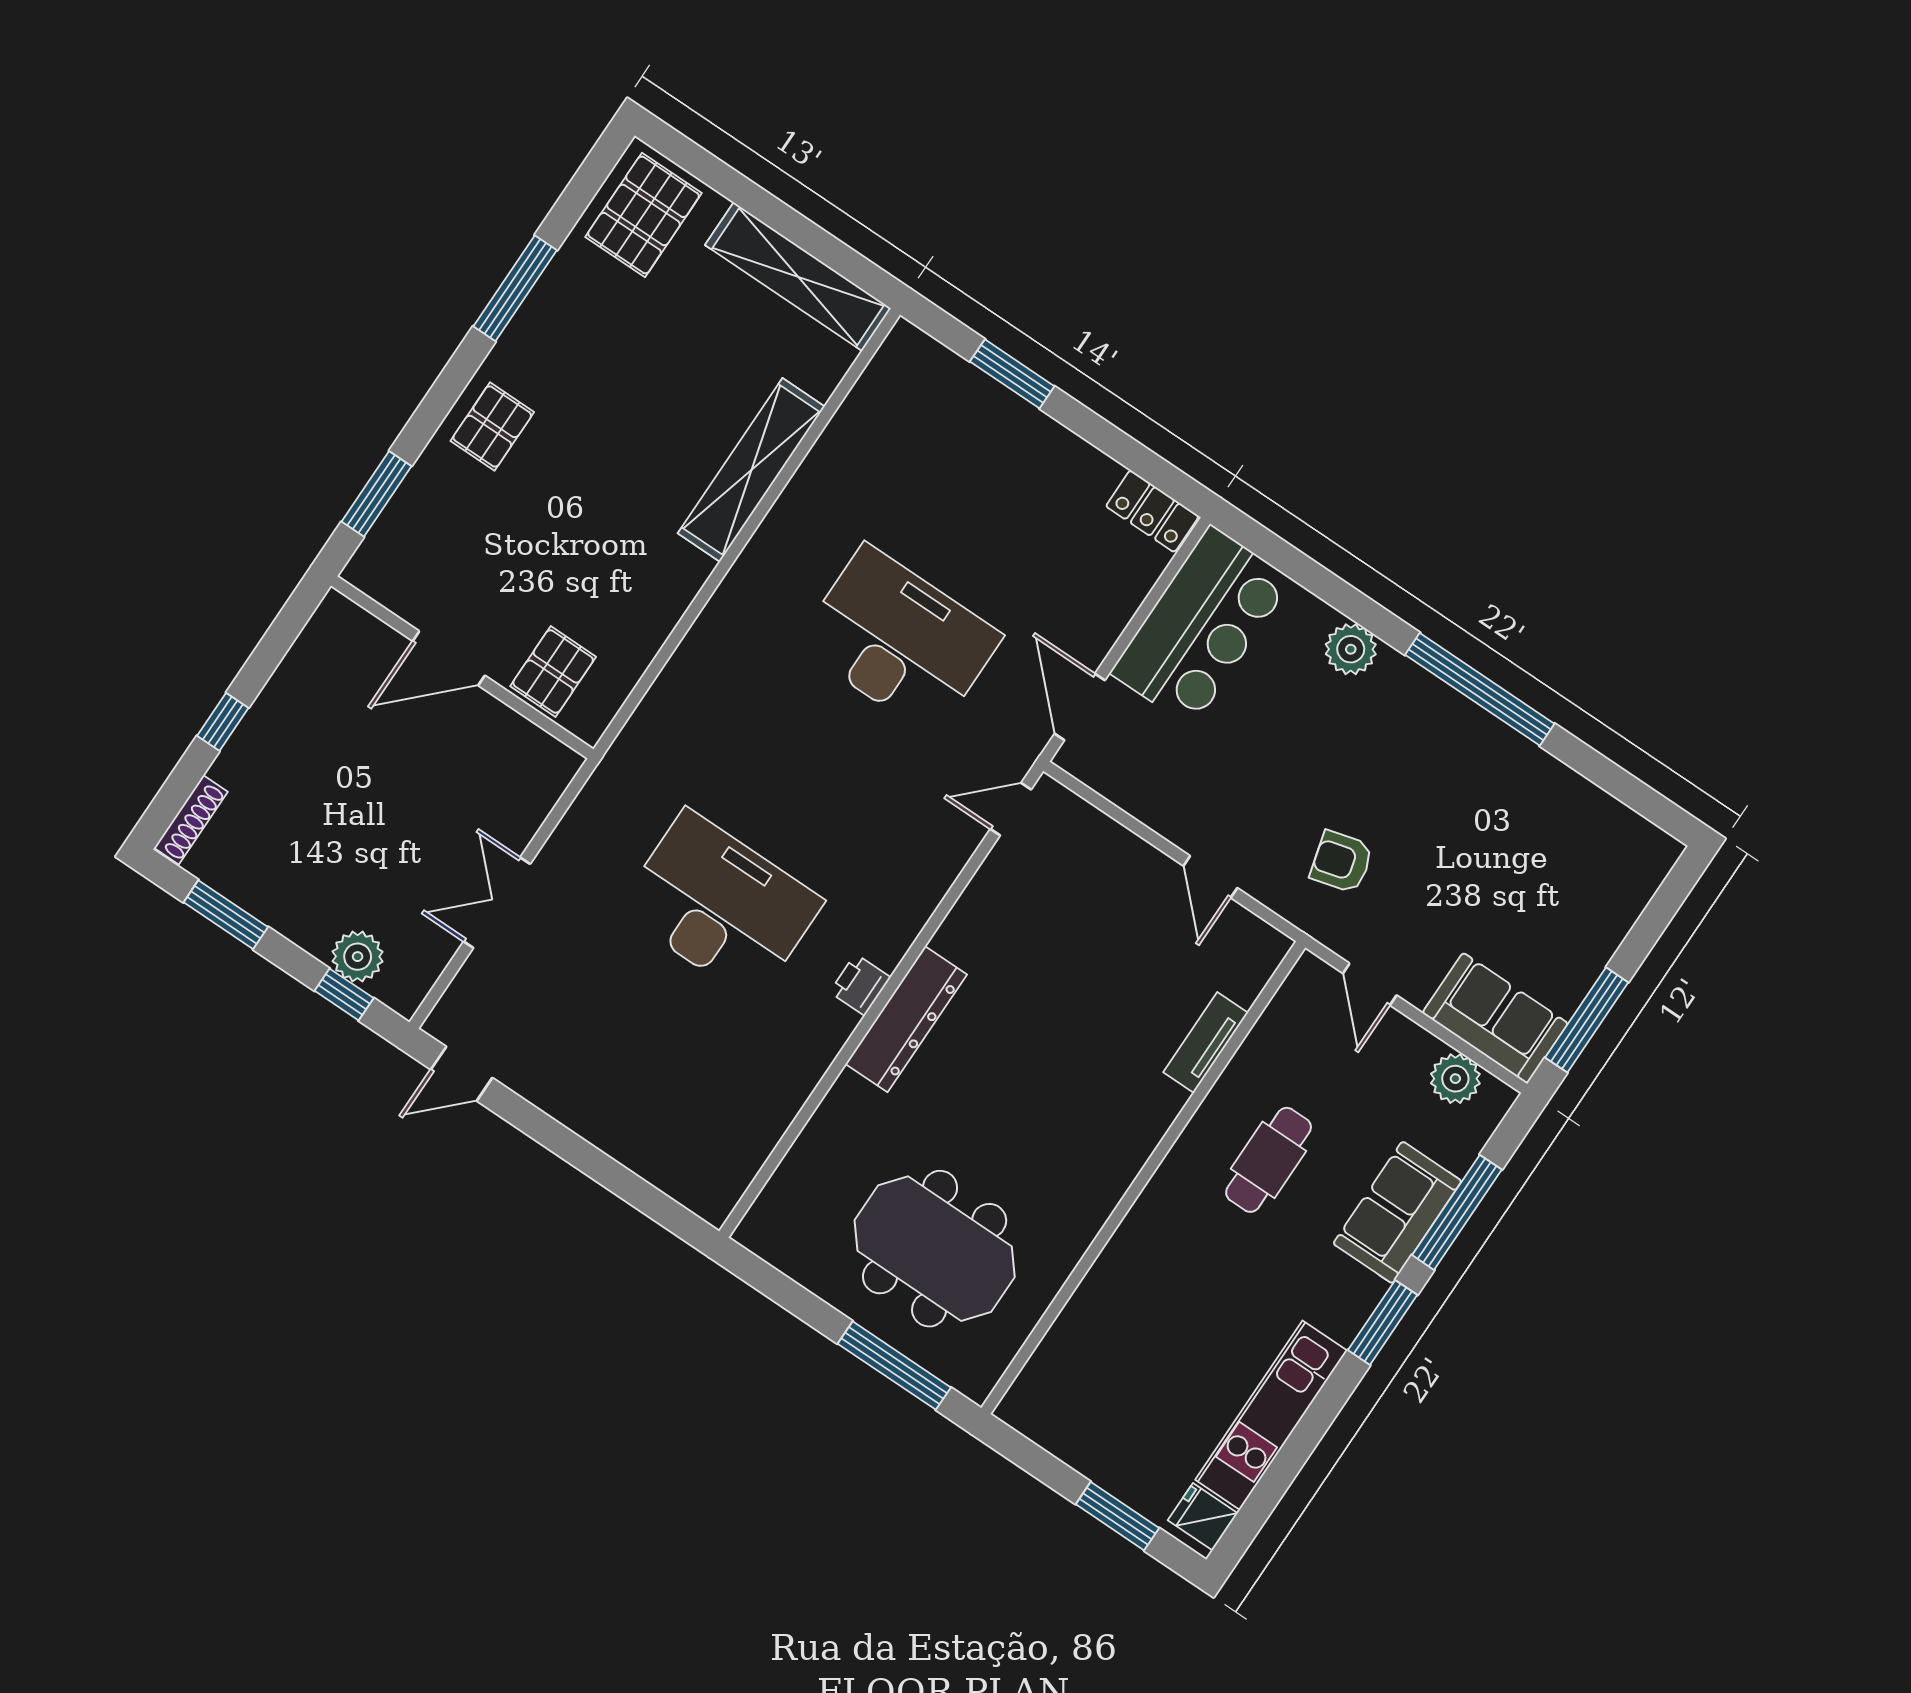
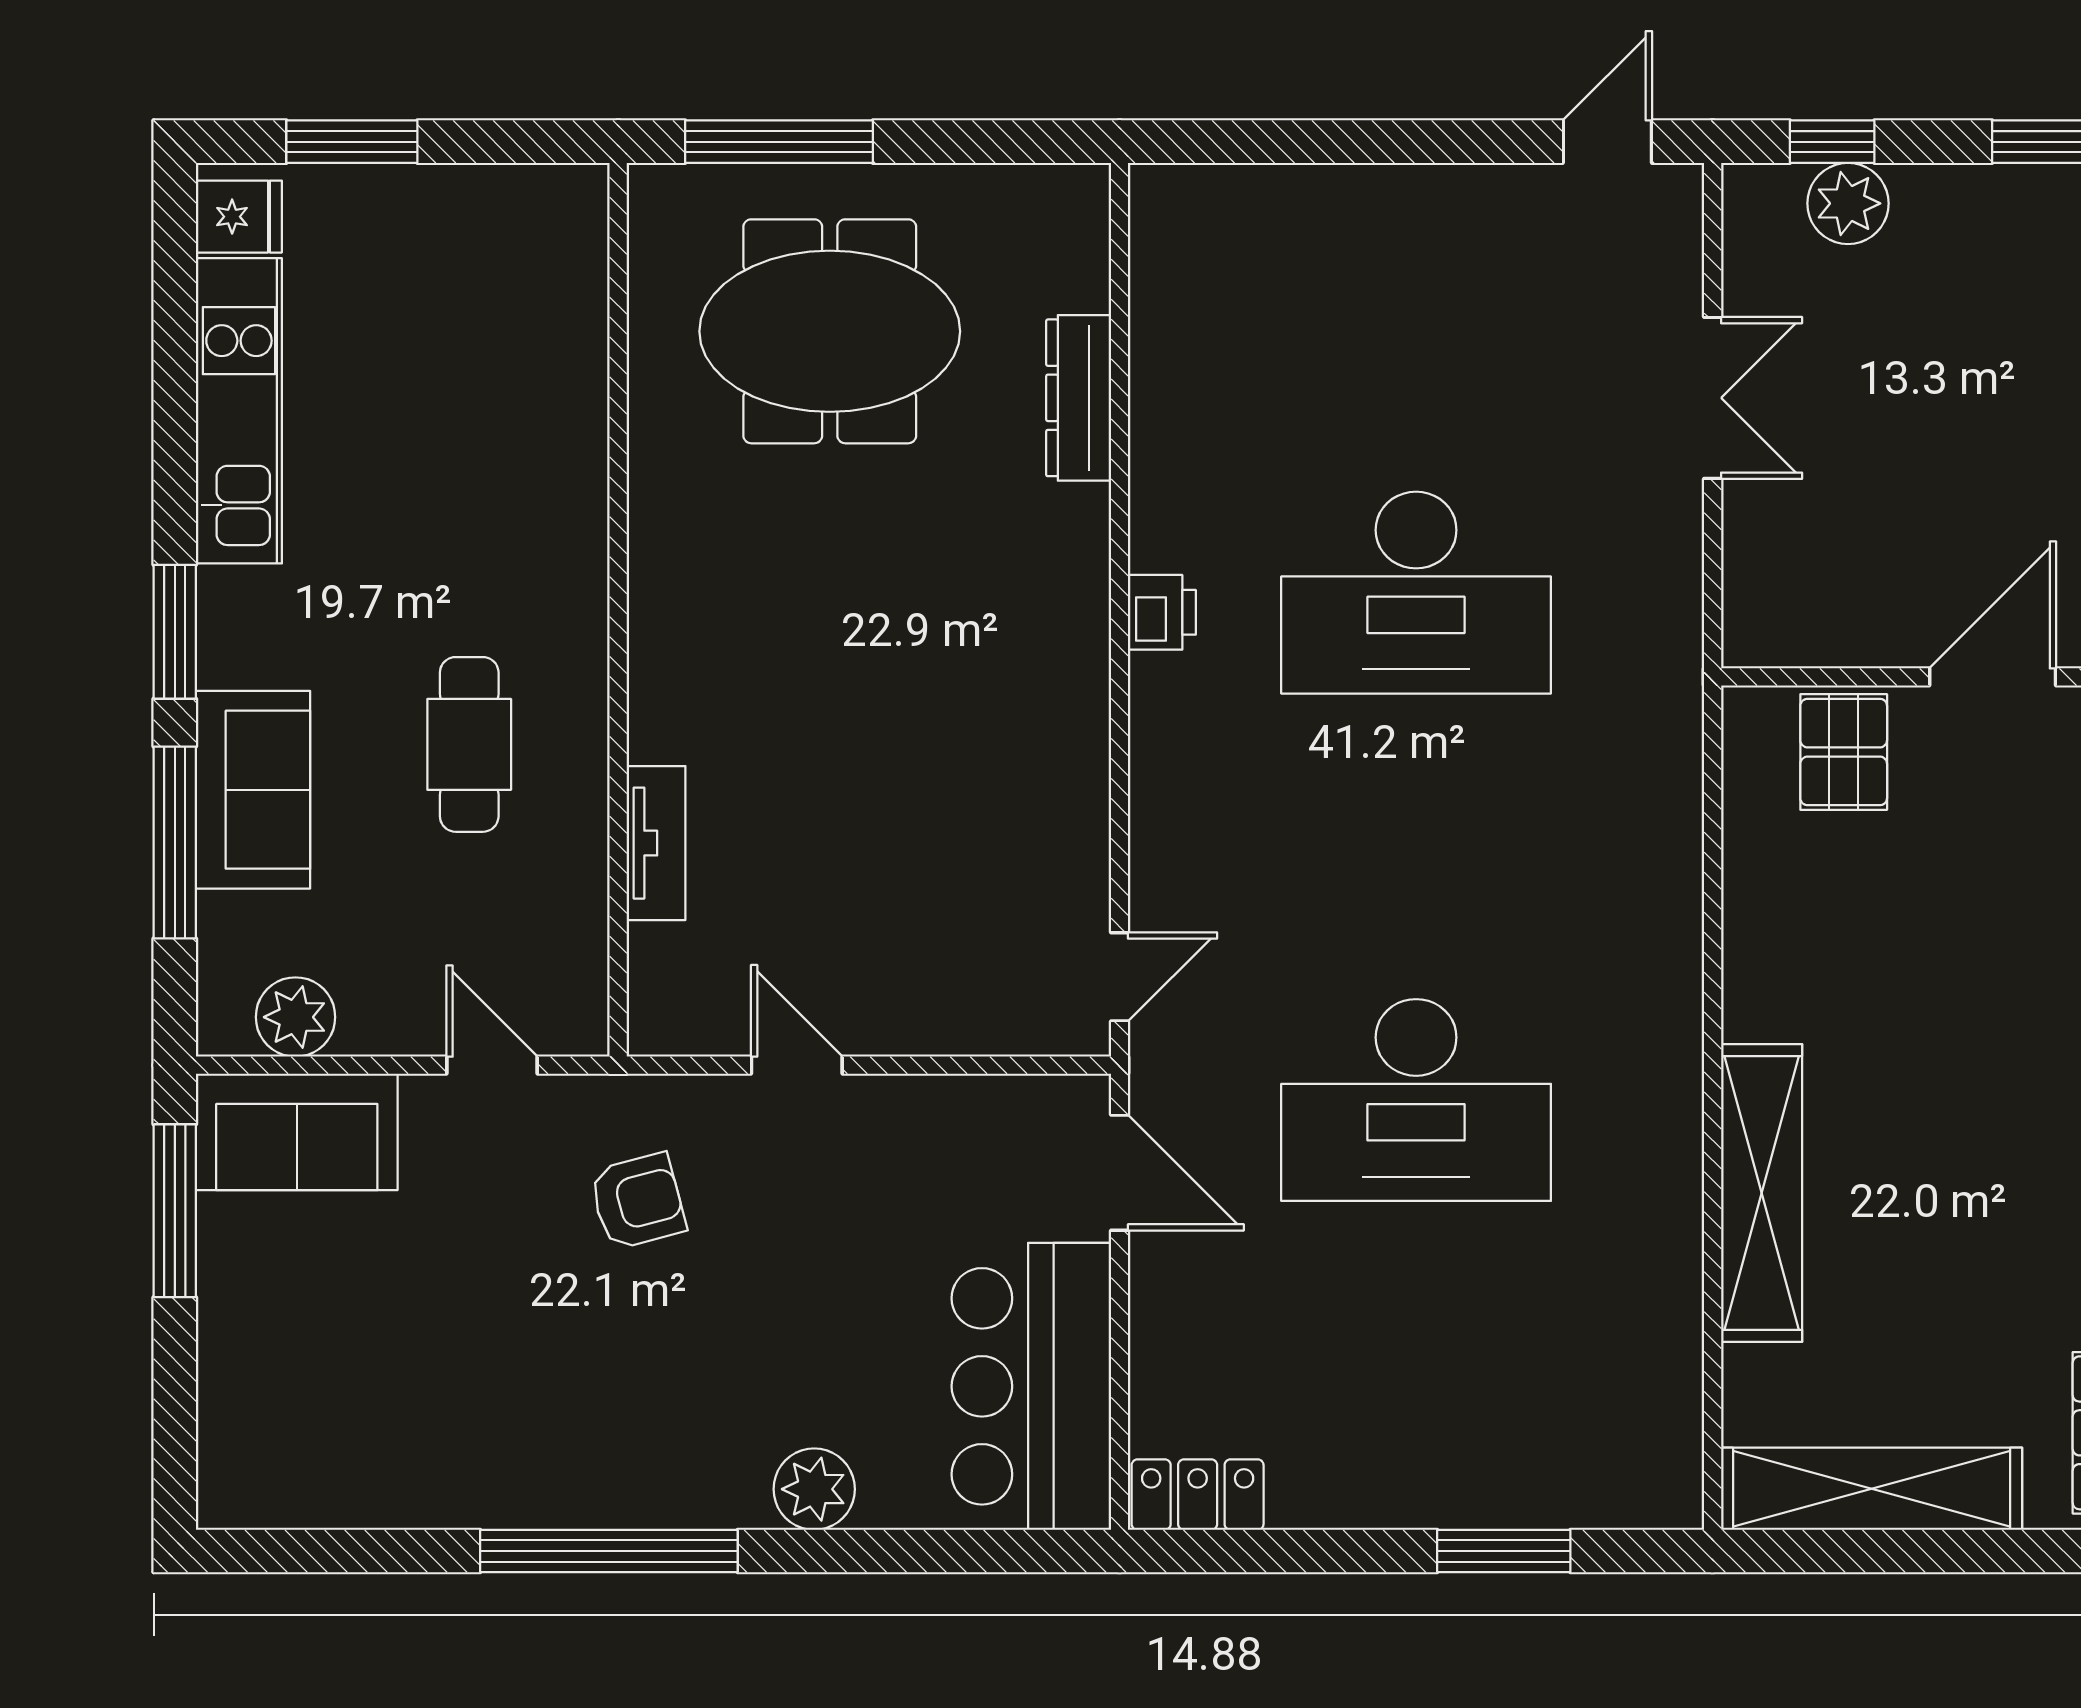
dresser: (906, 1019) -> (1079, 398), moved, width x0.73, depth x0.80

